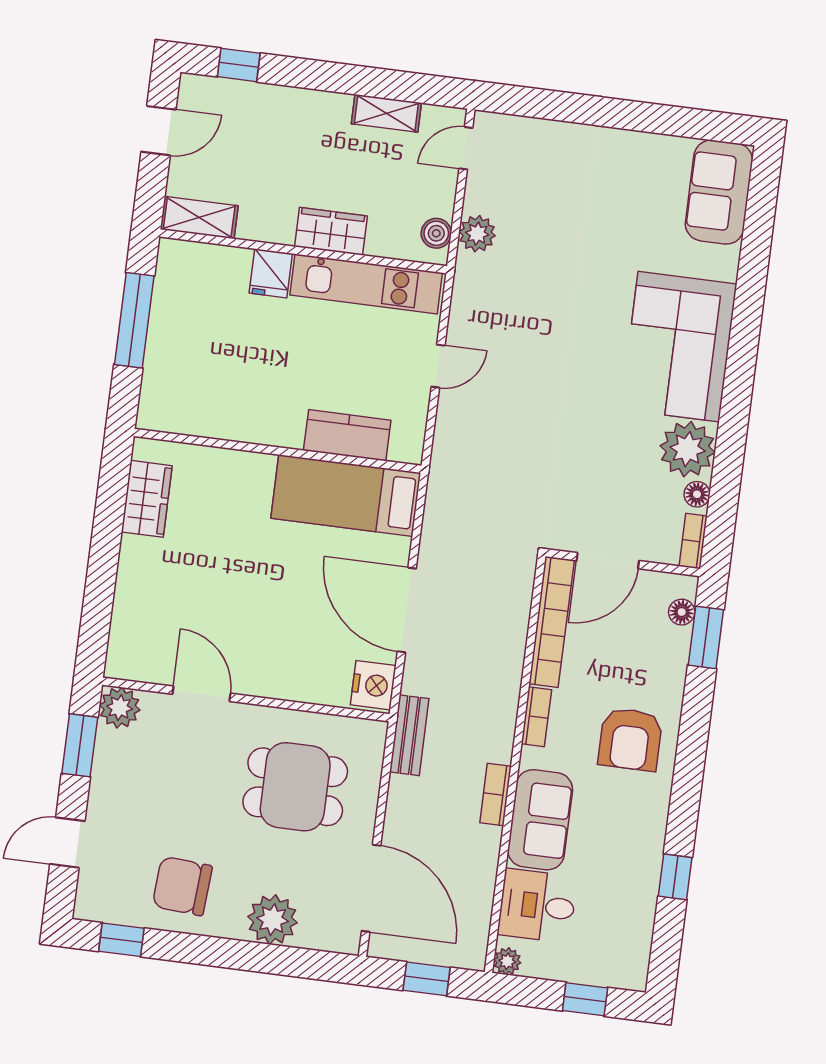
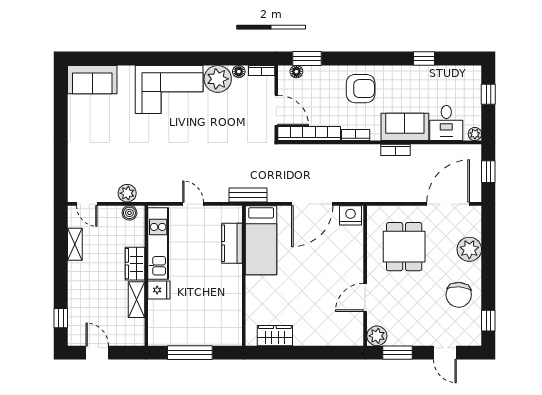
shelving: (199, 217) -> (136, 300), moved
bench: (409, 735) -> (248, 195), moved

